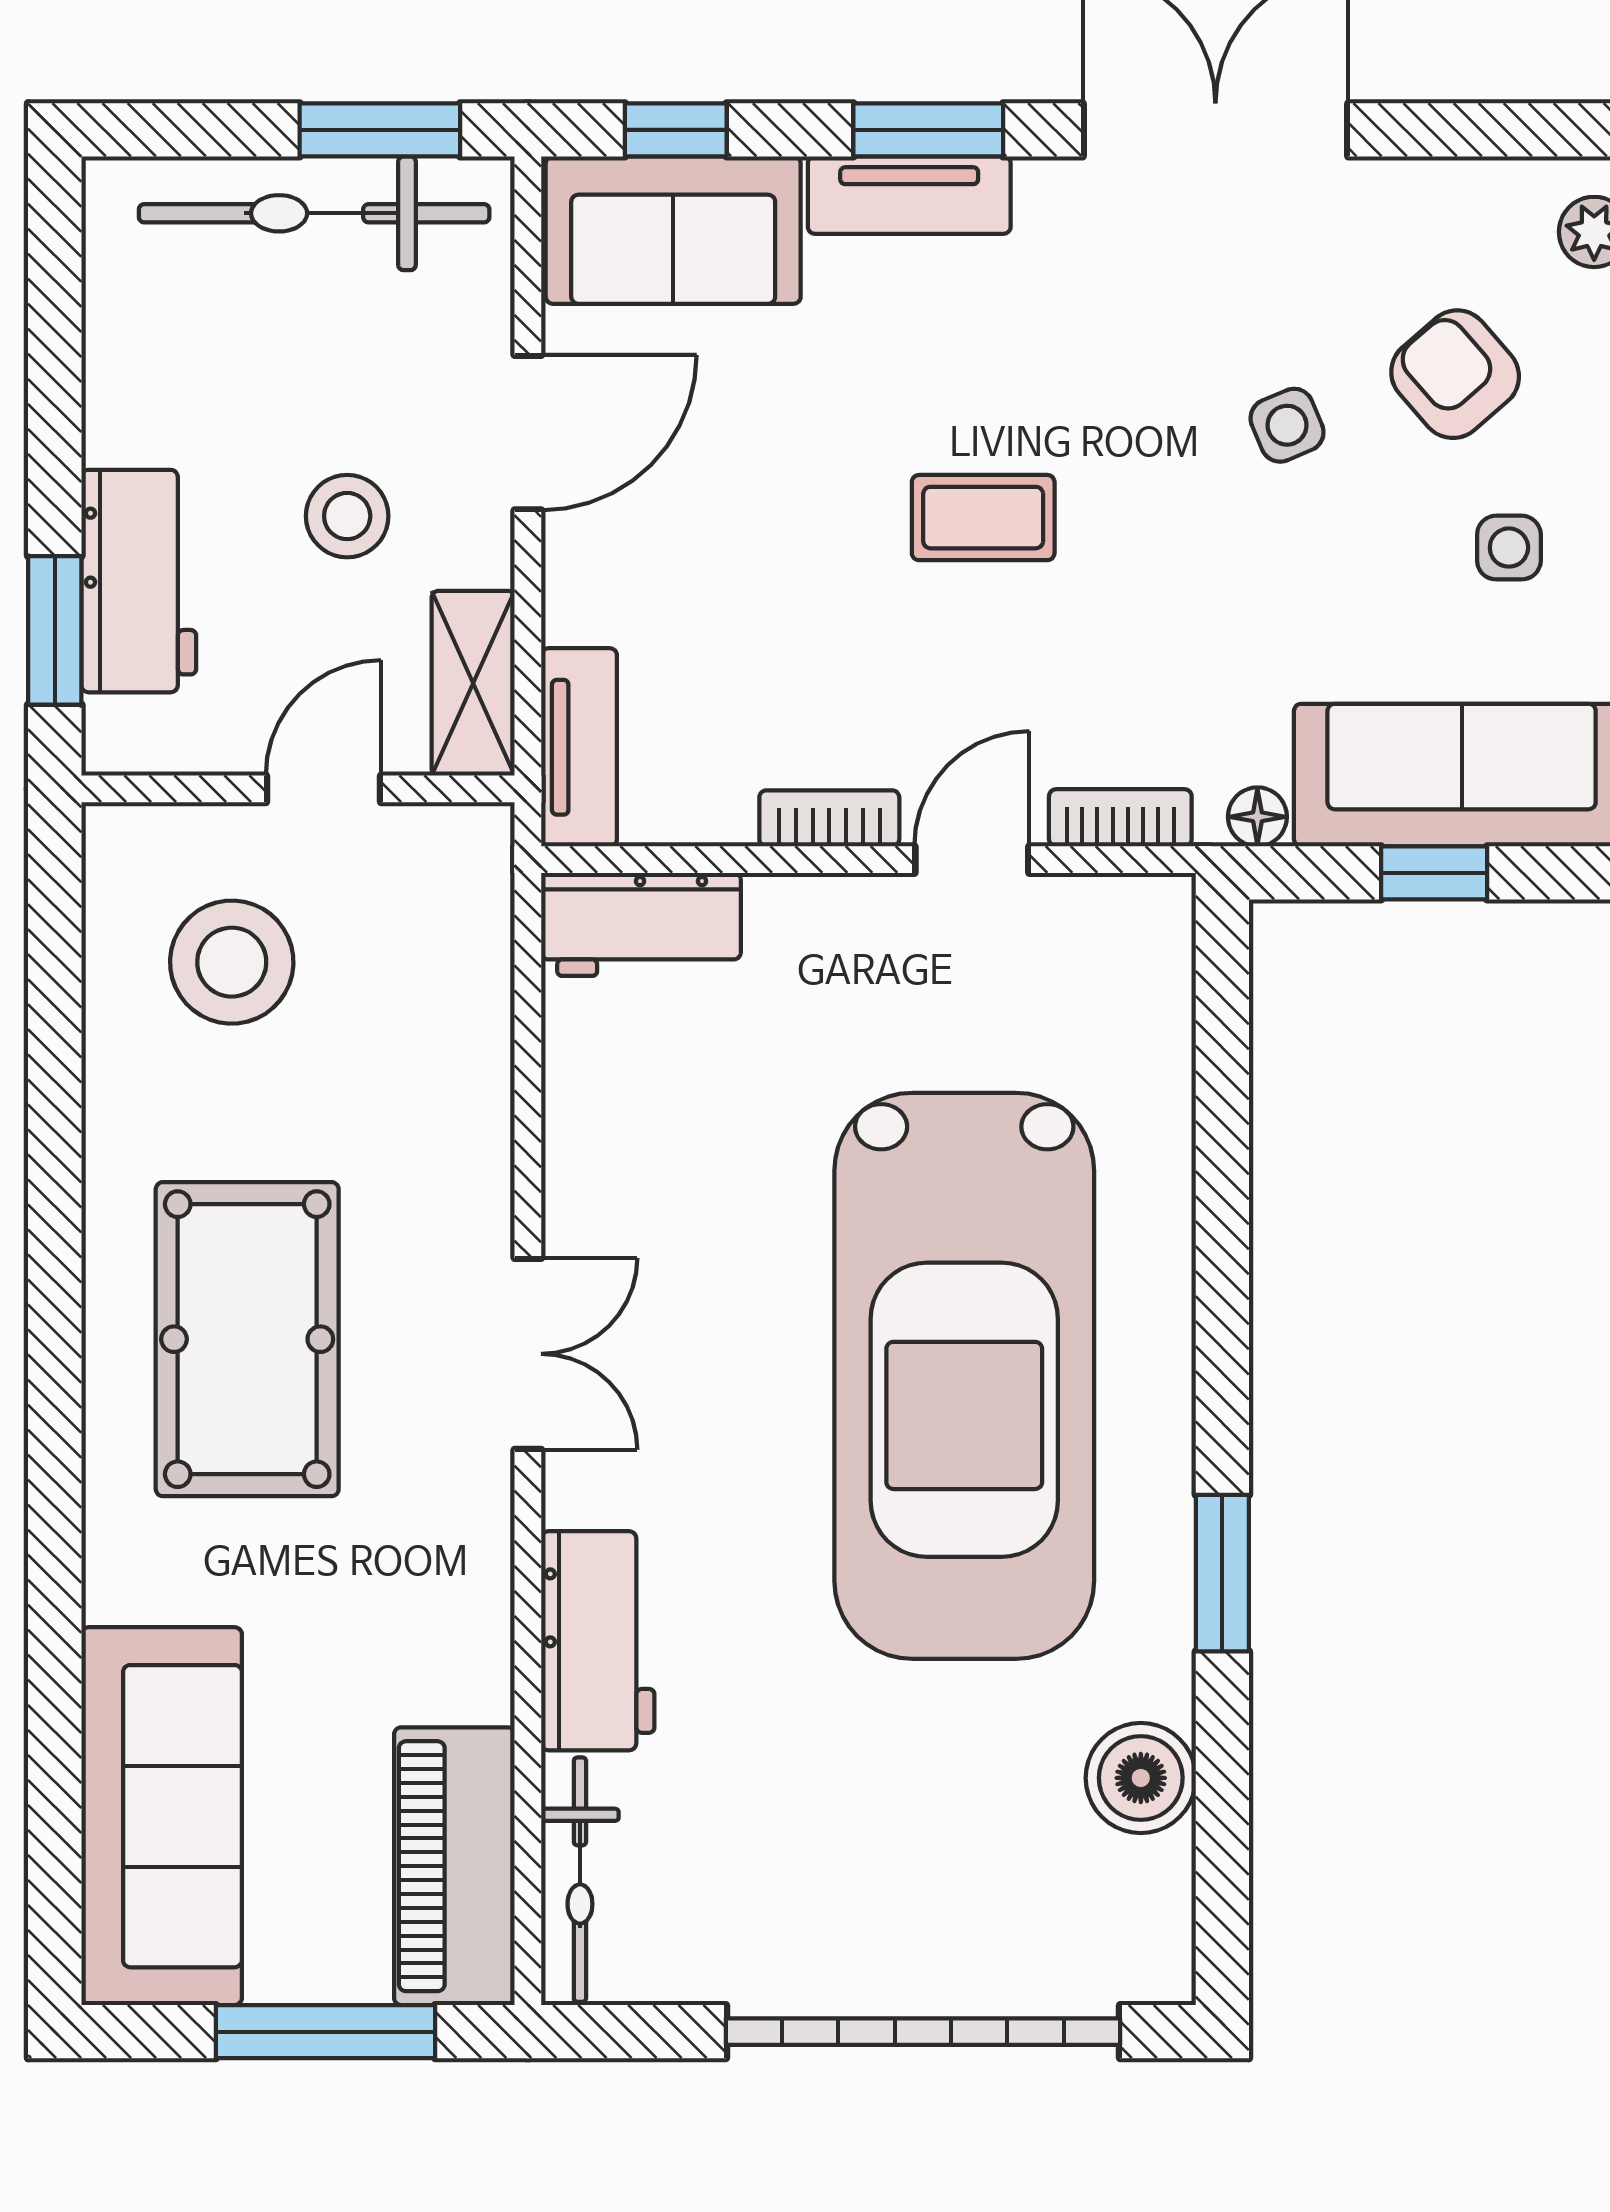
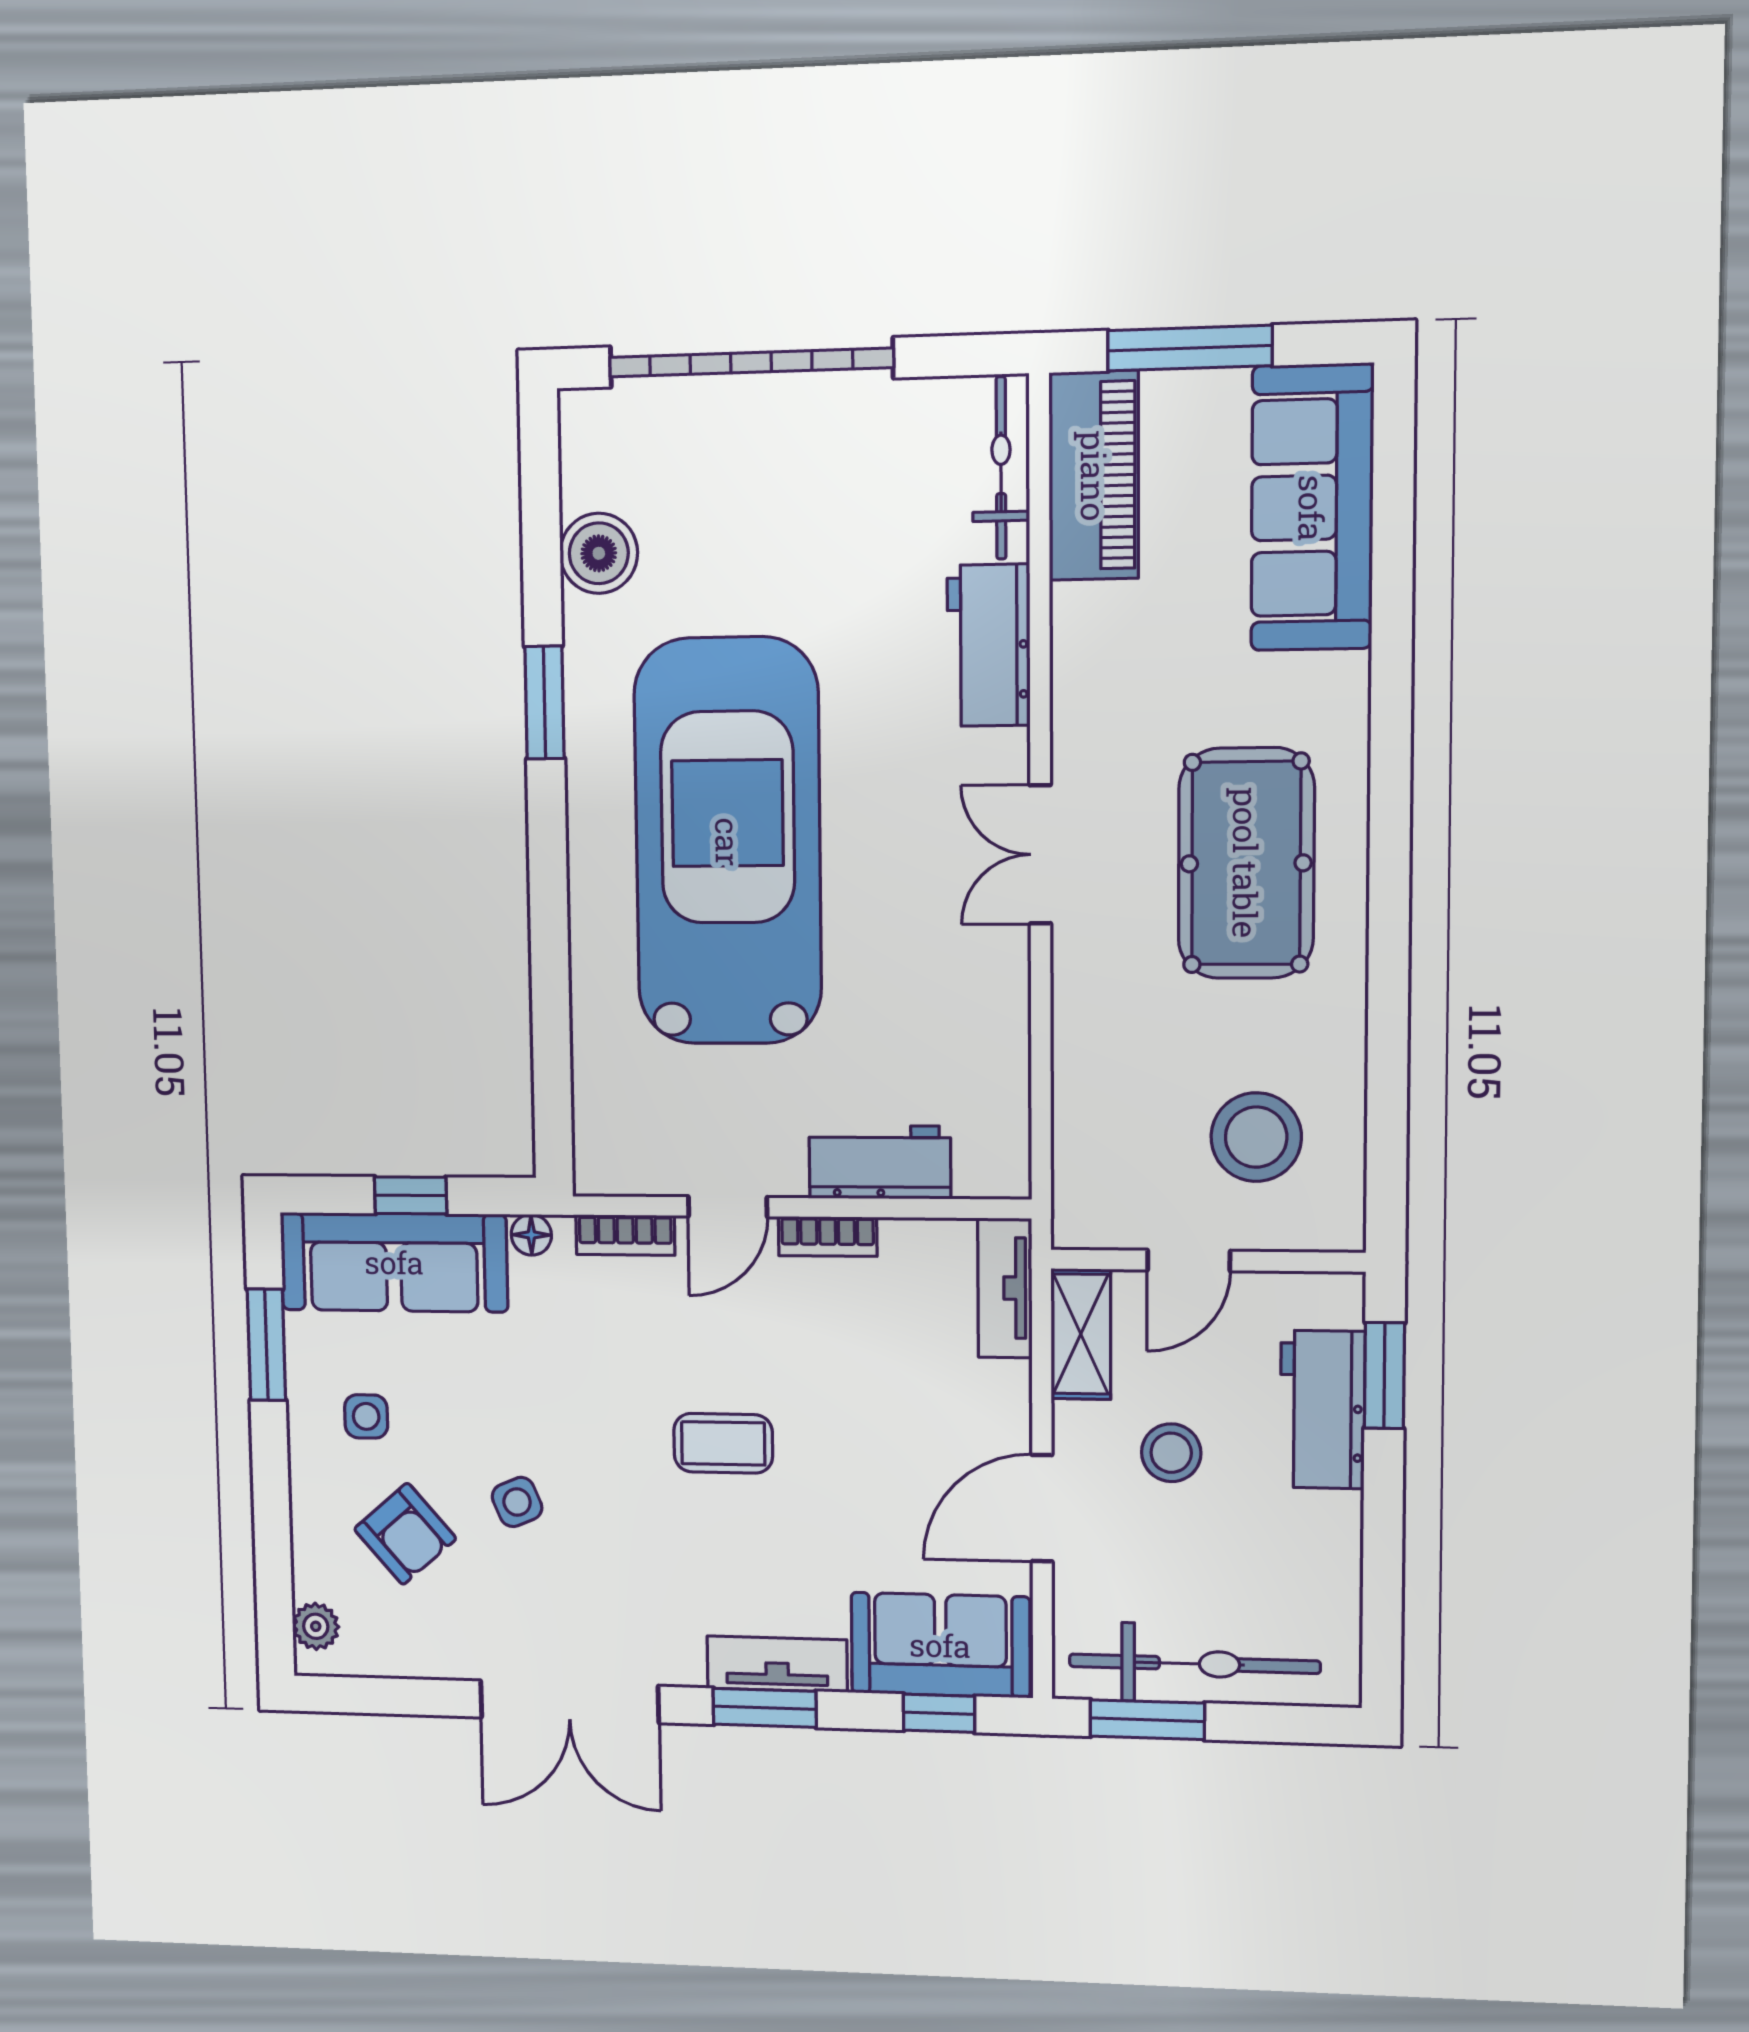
workbench: (641, 924) -> (880, 1162), moved

